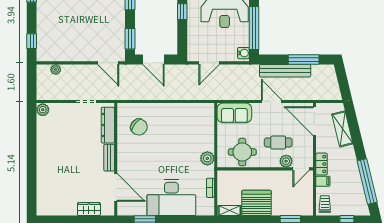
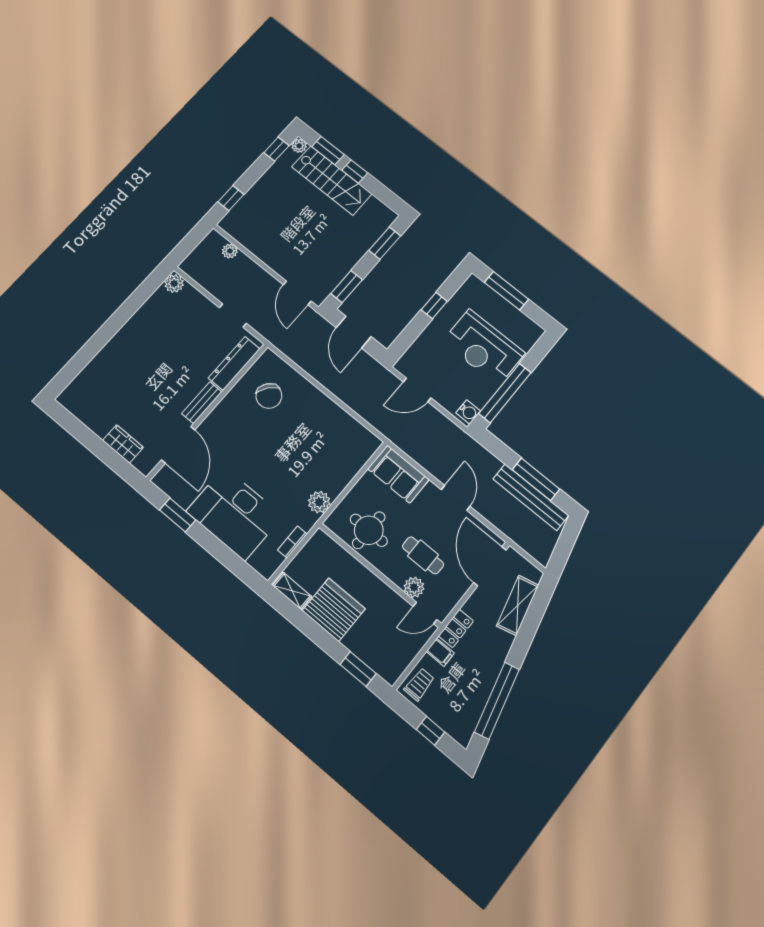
bench: (285, 71) -> (531, 497), moved

